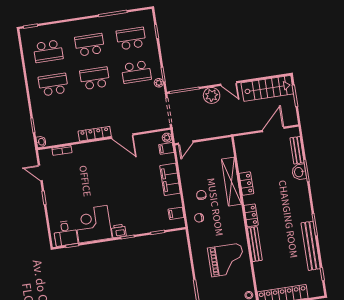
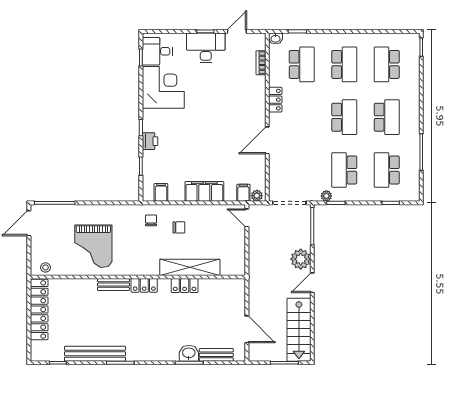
school desk: (131, 39) -> (387, 170), turned 180
school desk: (58, 118) -> (302, 64), added
locker: (95, 134) -> (275, 100), width x0.66
desk: (57, 195) -> (206, 48), added
printer: (119, 231) -> (150, 141), moved
bench: (255, 244) -> (113, 285), width x0.73

